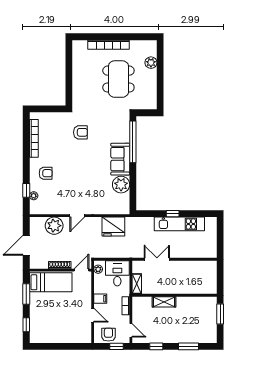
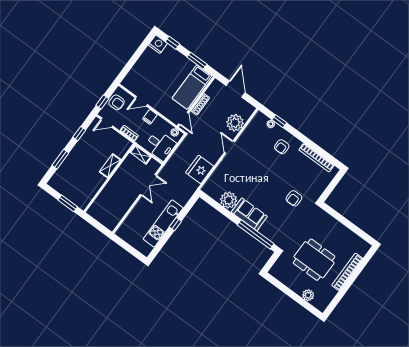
nightstand: (36, 336) -> (158, 44), added

